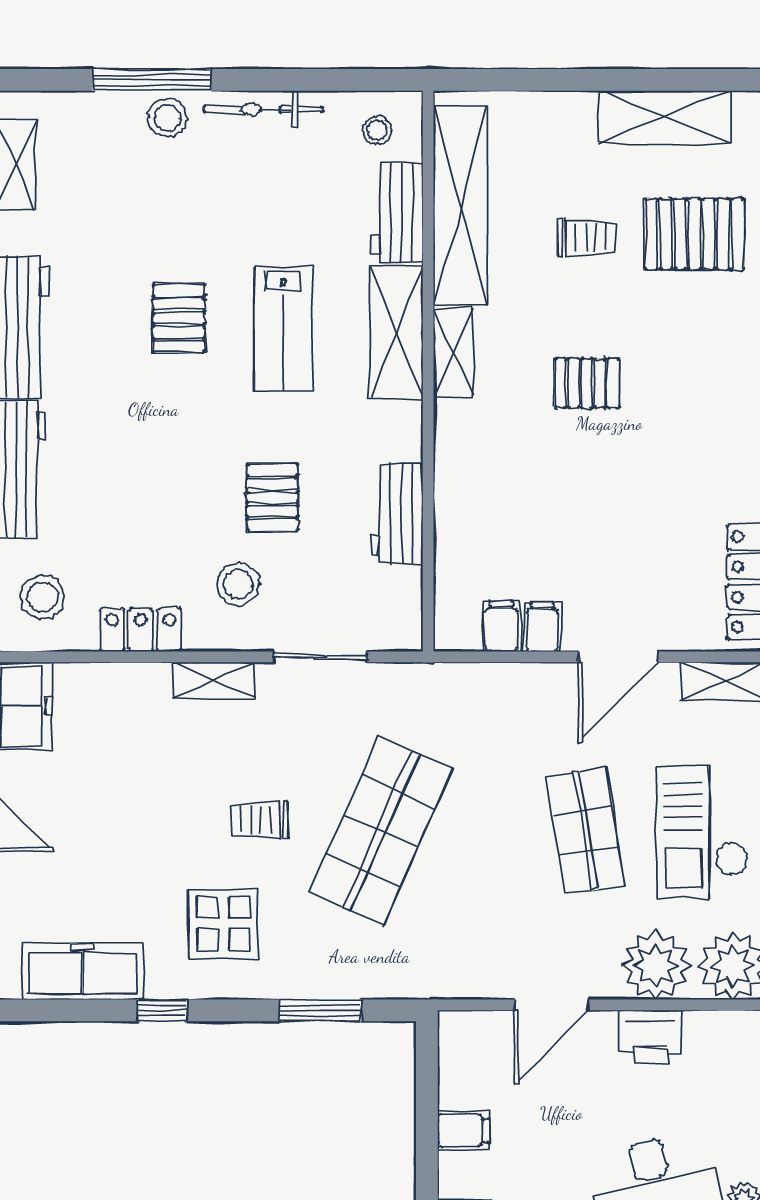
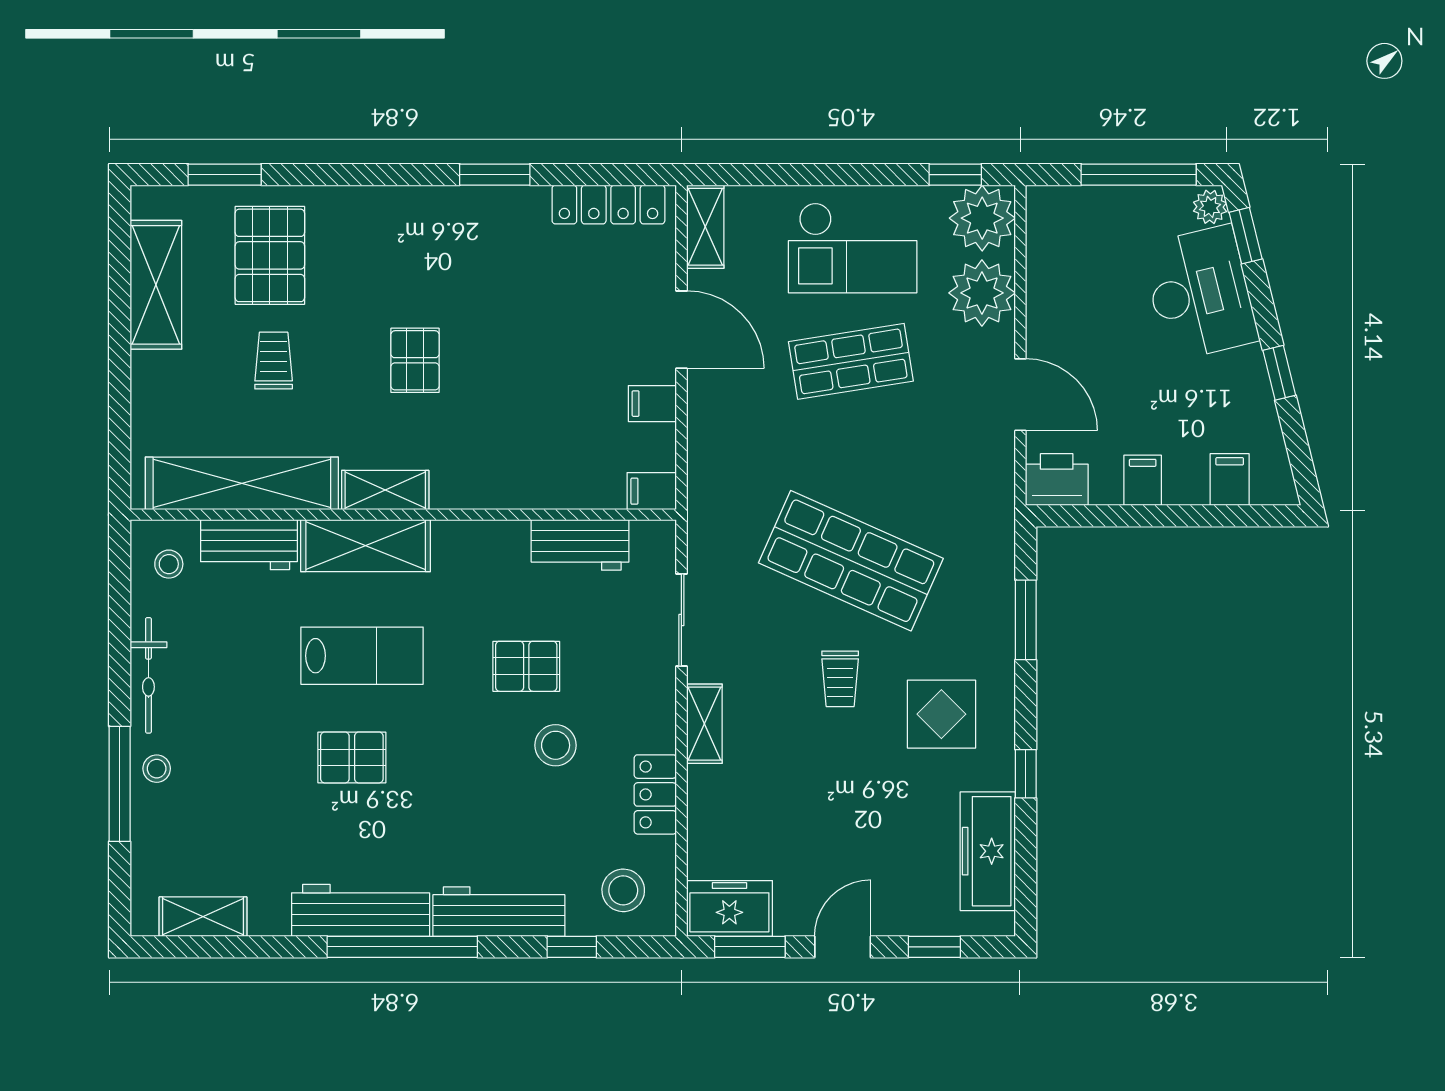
stool: (167, 118) -> (157, 769), width x0.73, depth x0.73
workbench: (397, 513) -> (580, 545), moved
stool: (238, 584) -> (556, 745), moved
filing cabinet: (501, 626) -> (652, 491), moved
printer: (650, 1037) -> (1057, 480), moved, turned -90

